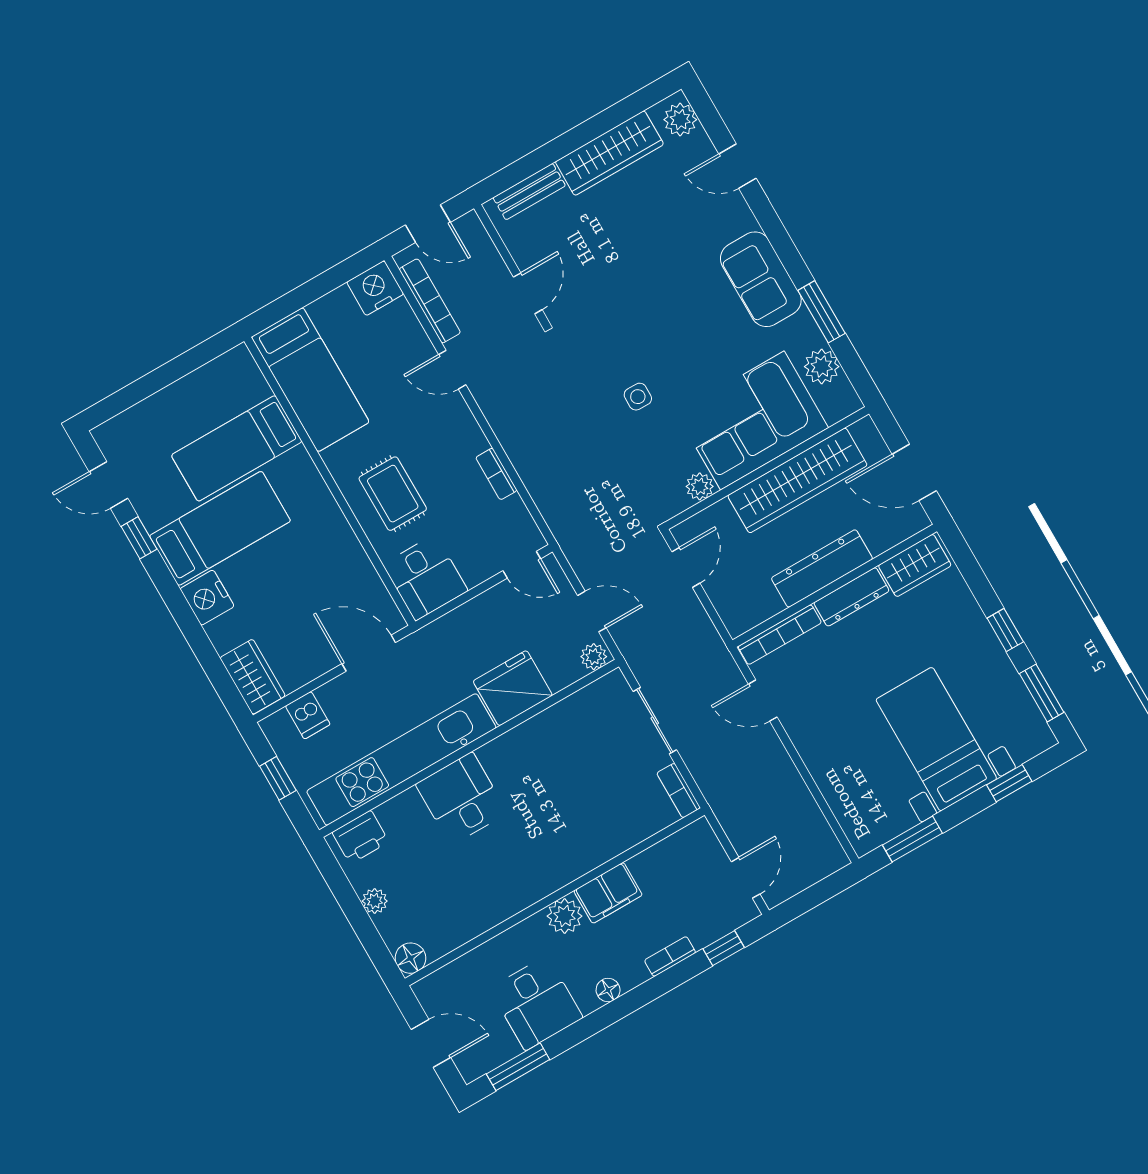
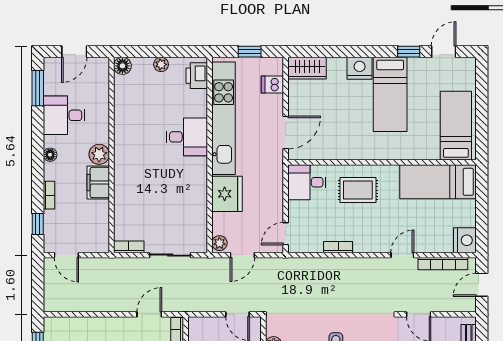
bed: (237, 448) -> (456, 126), moved

